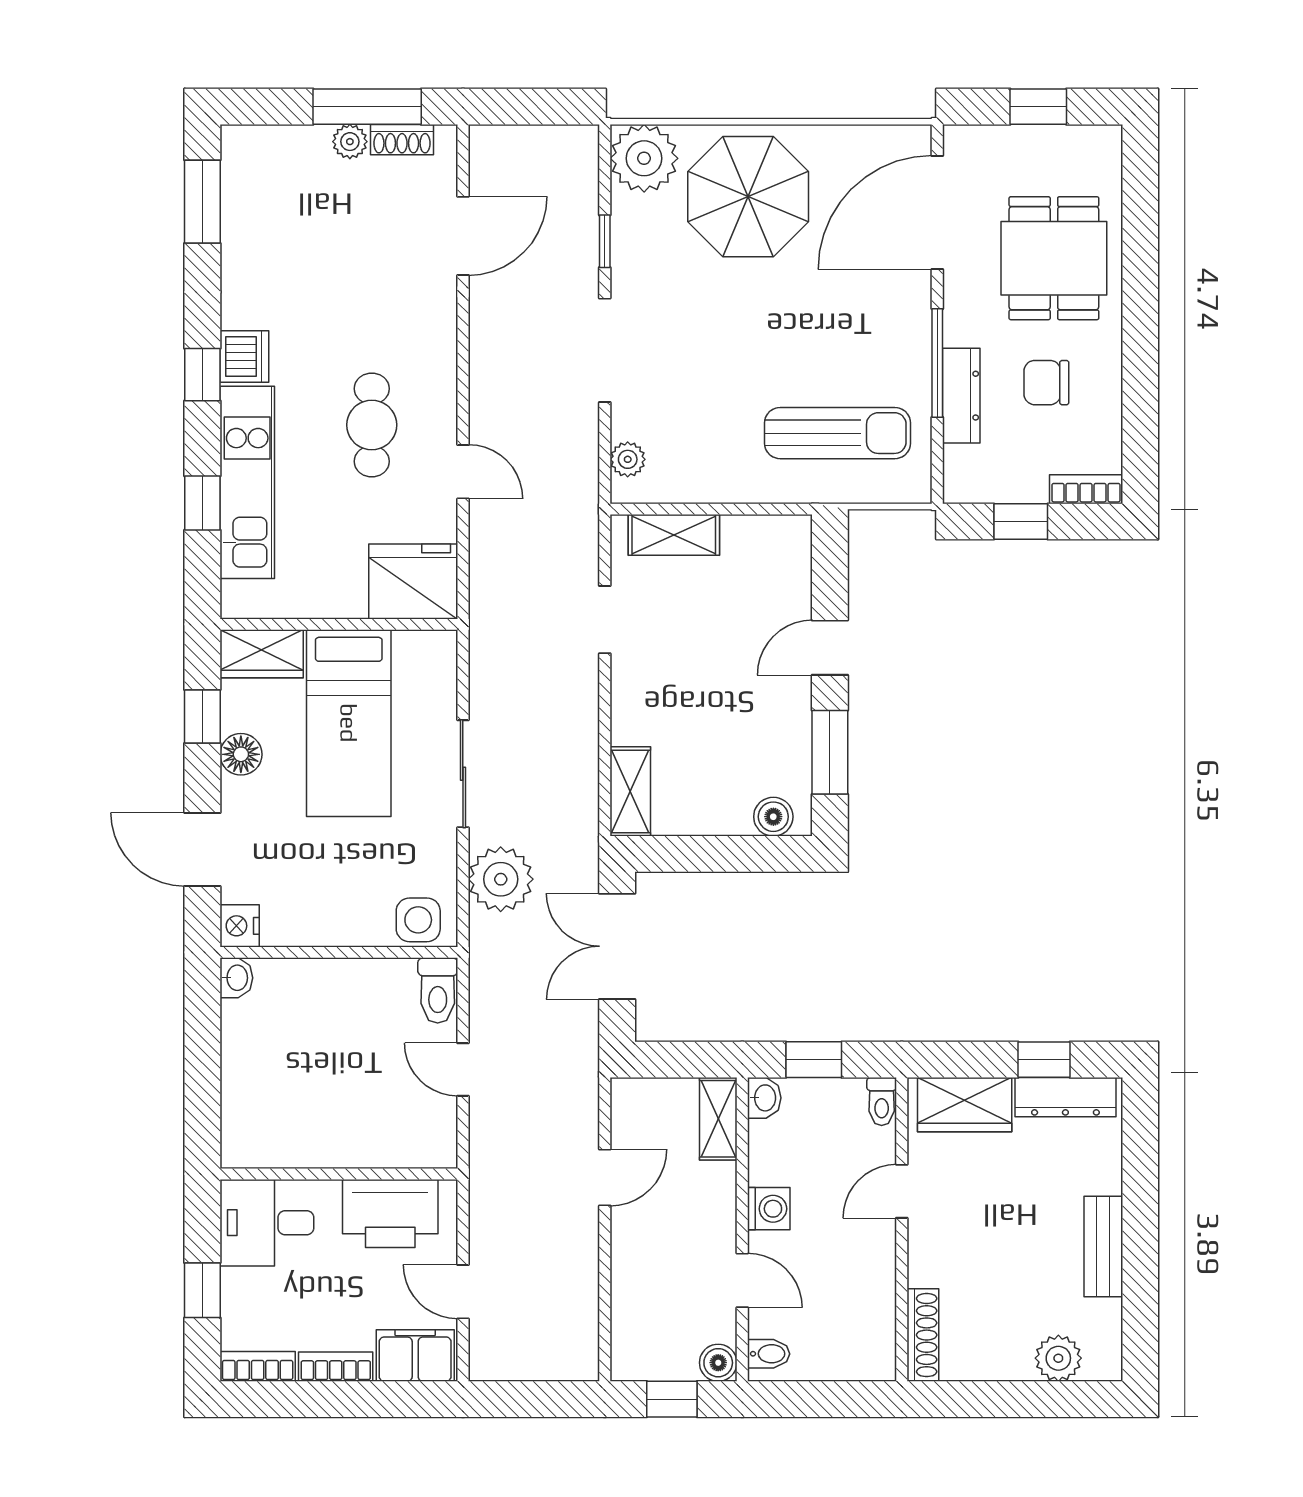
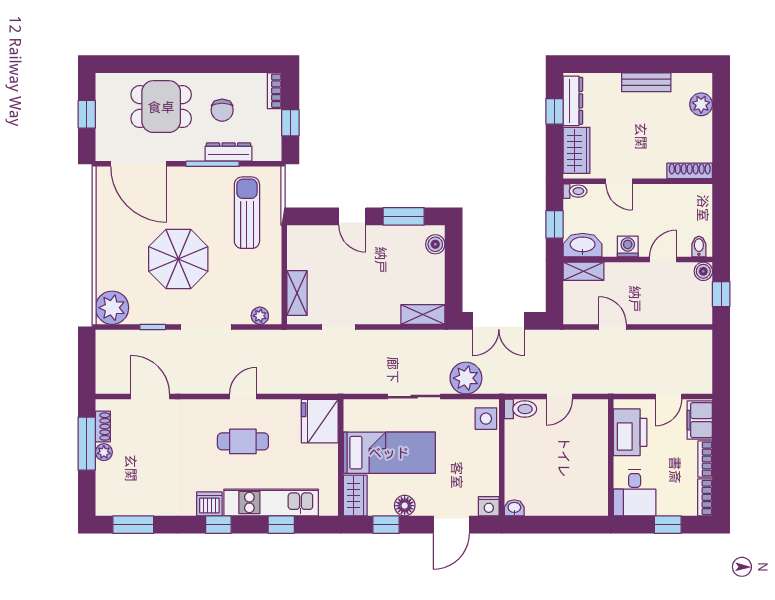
parasol: (748, 197) -> (178, 259), moved
door: (463, 472) -> (243, 397), moved
washbasin: (764, 1098) -> (583, 245), width x1.91, depth x1.45

